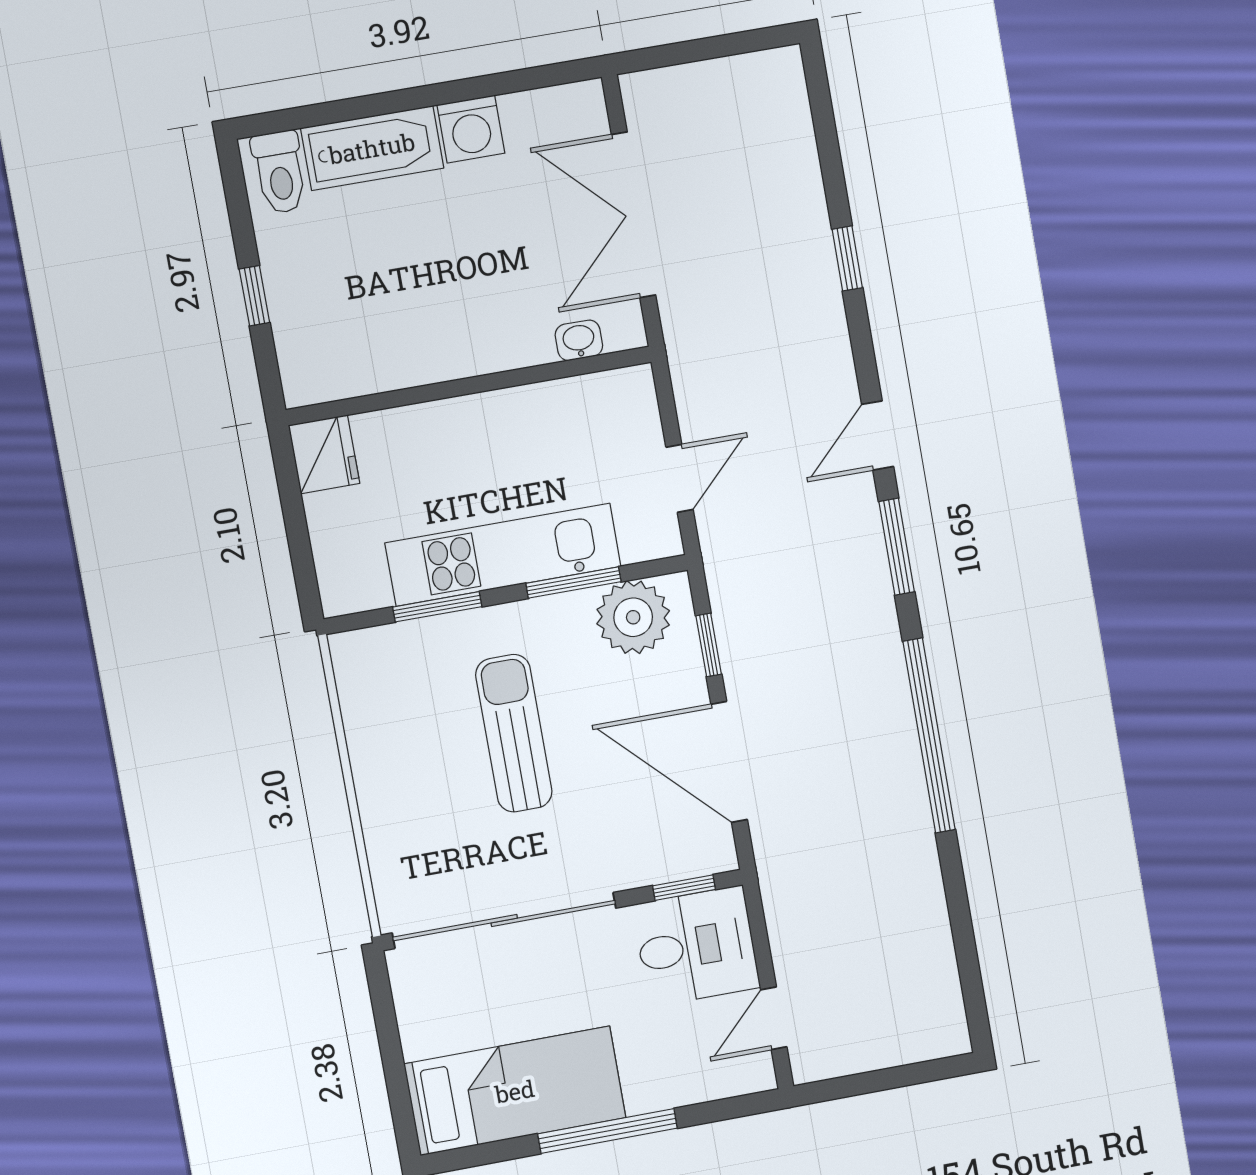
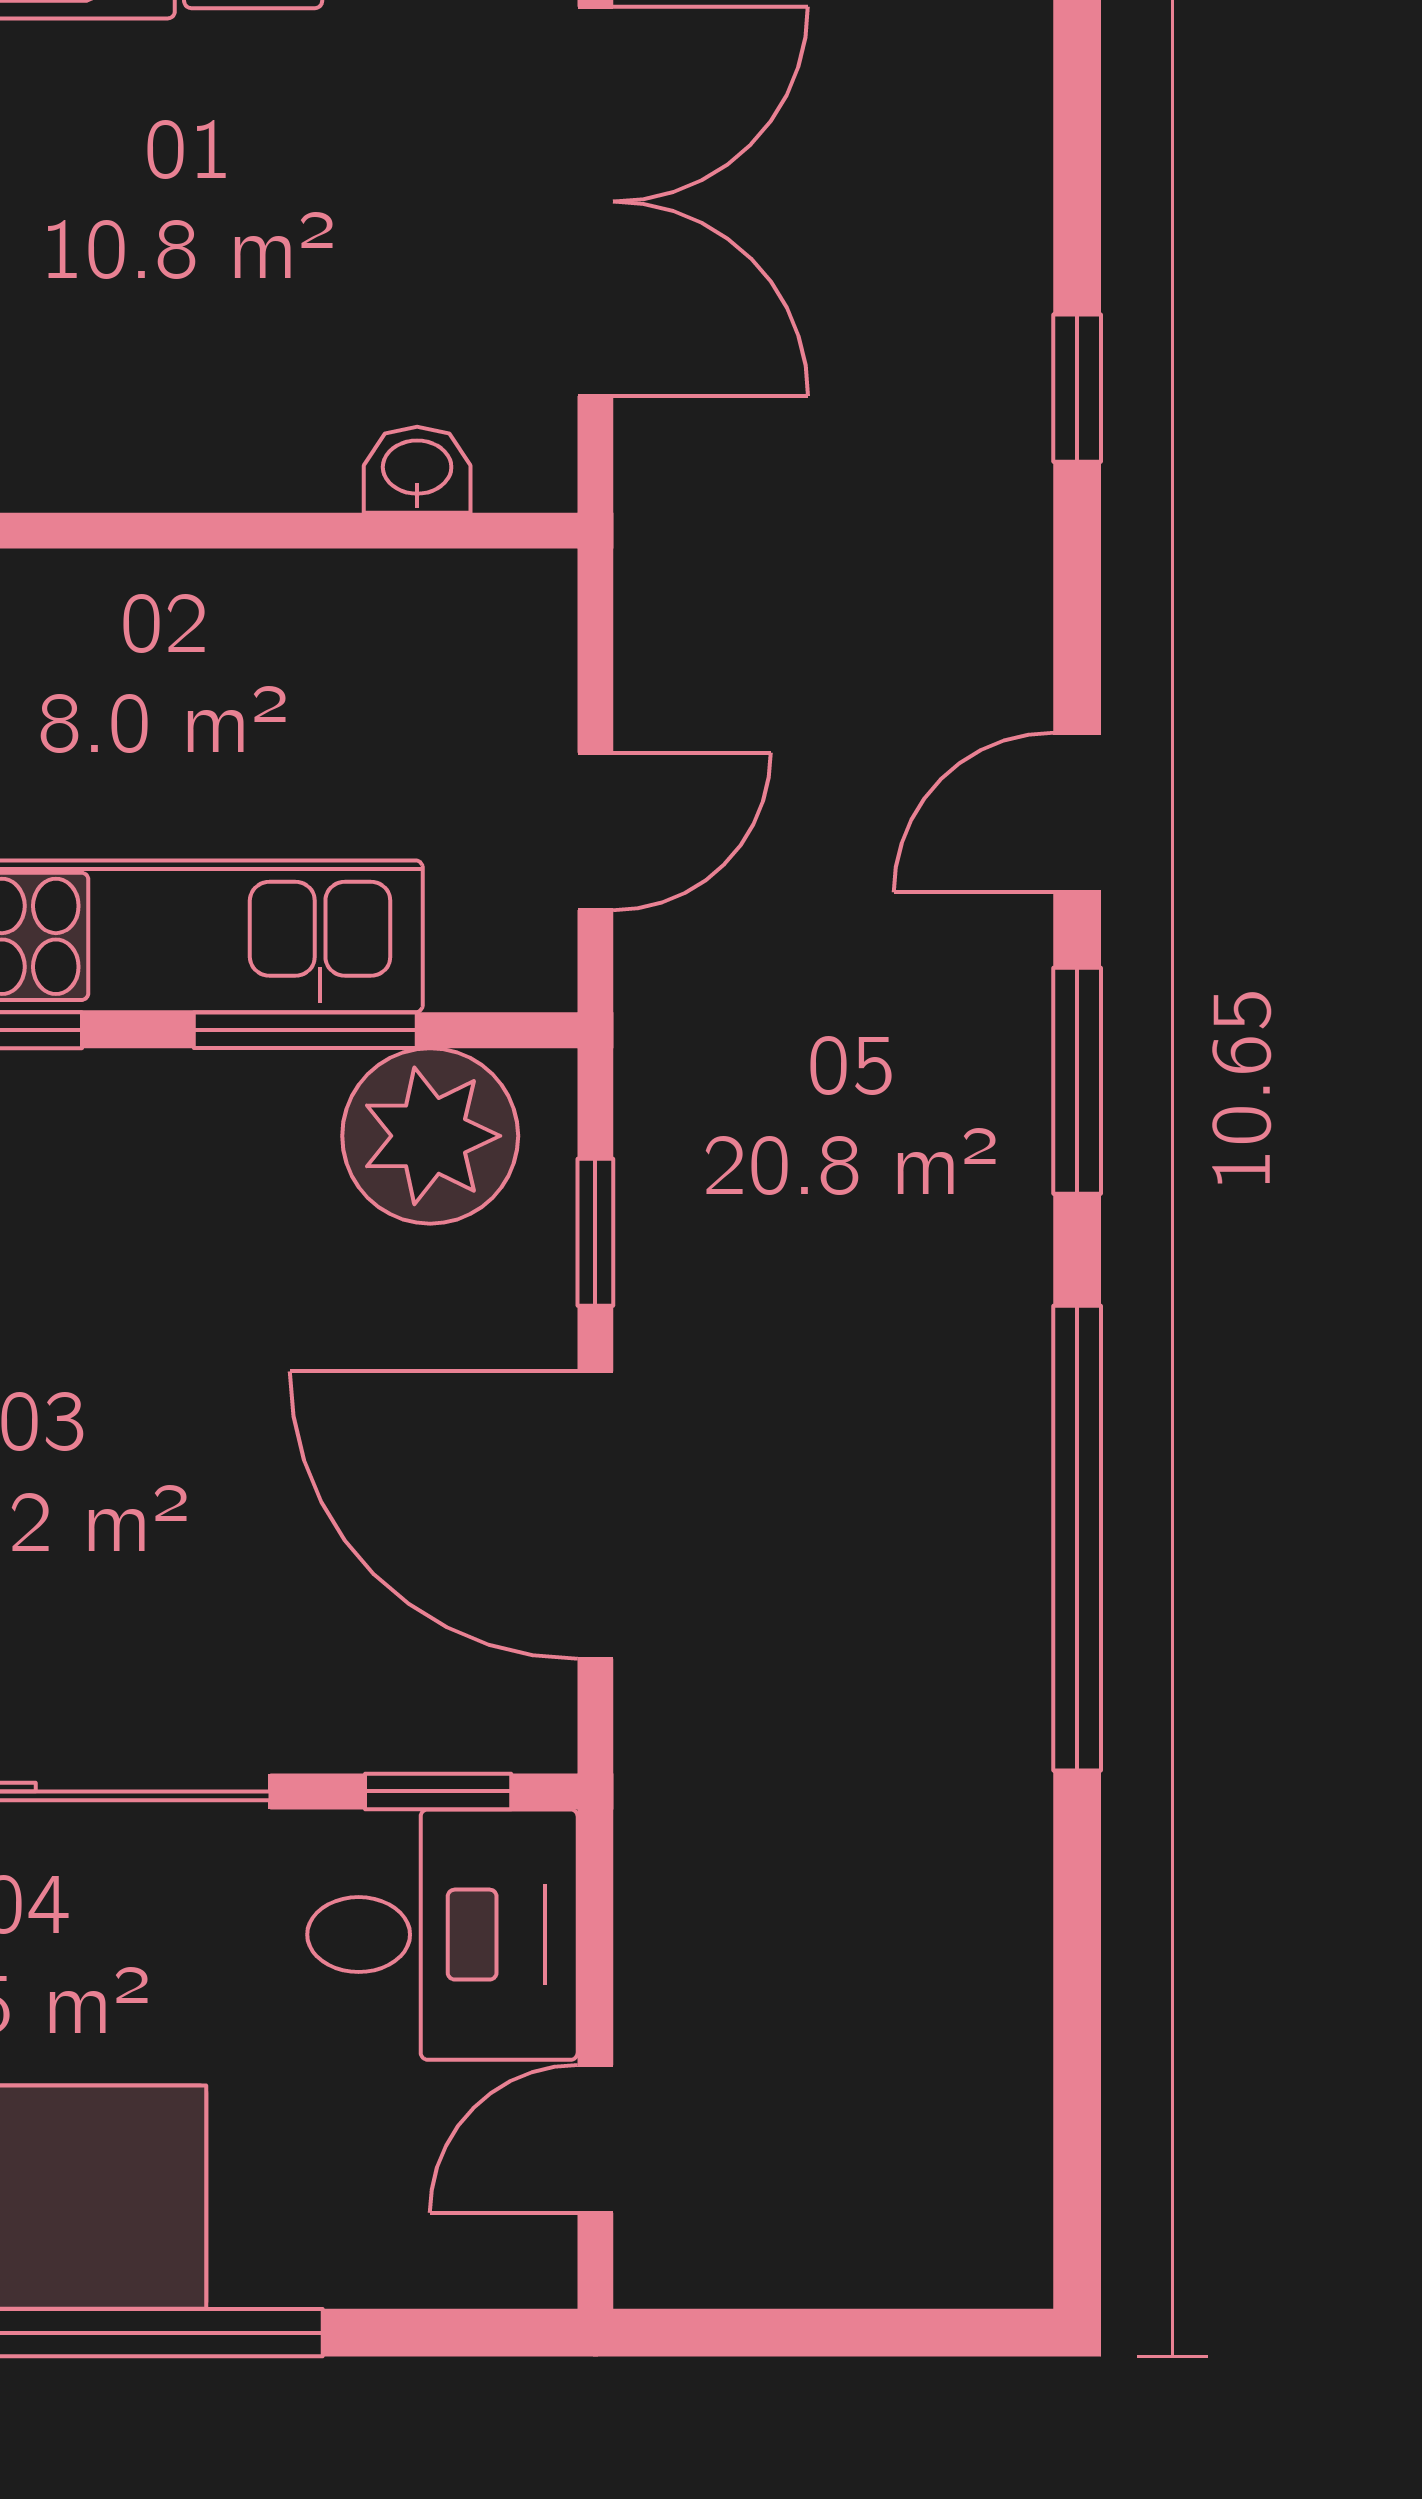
double door: (634, 215) -> (595, 201), swing flipped
sun lounger: (514, 733) -> (104, 1357), removed

